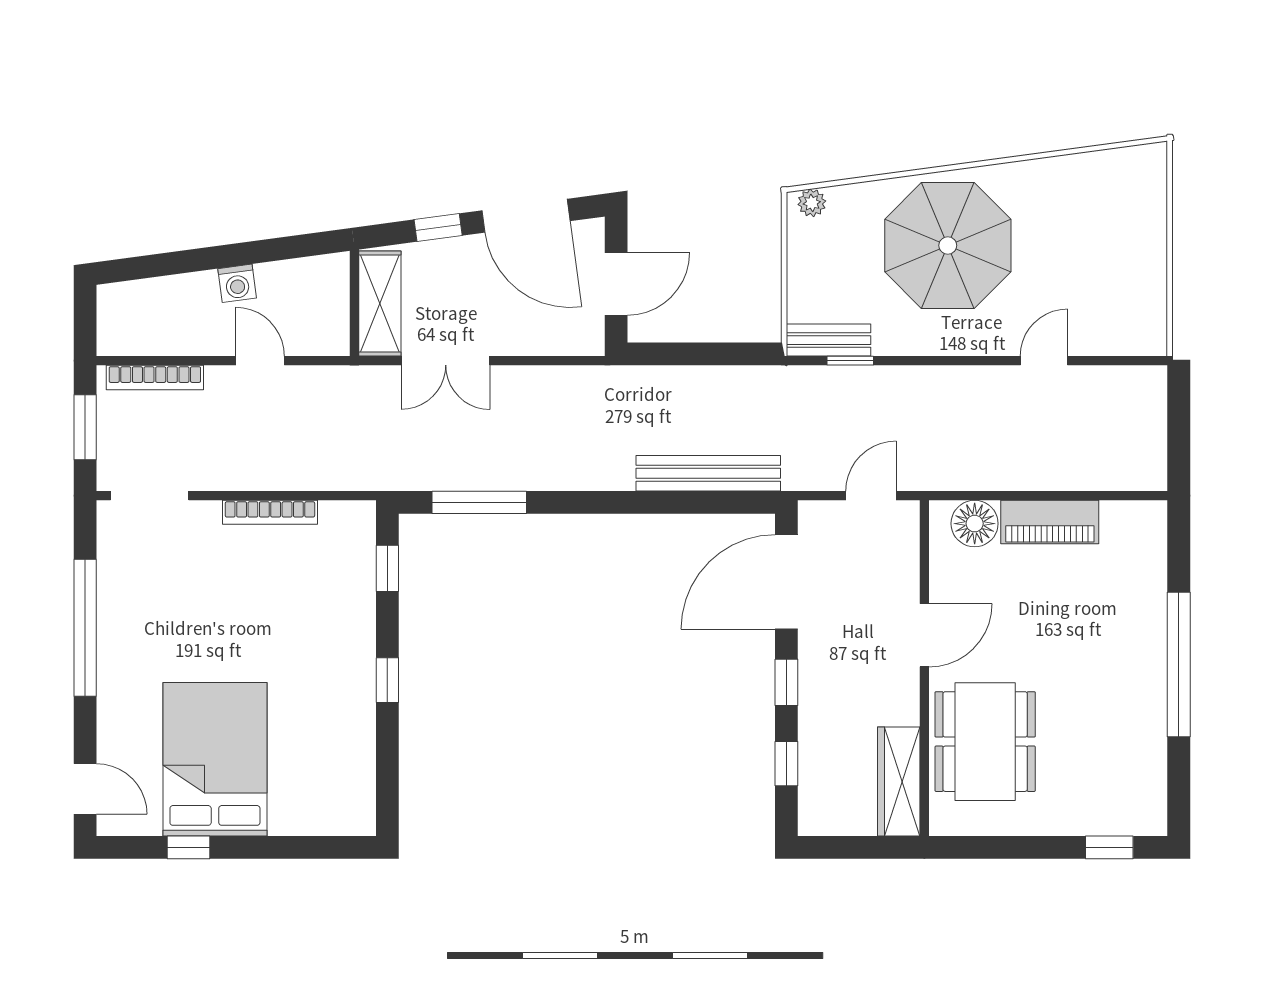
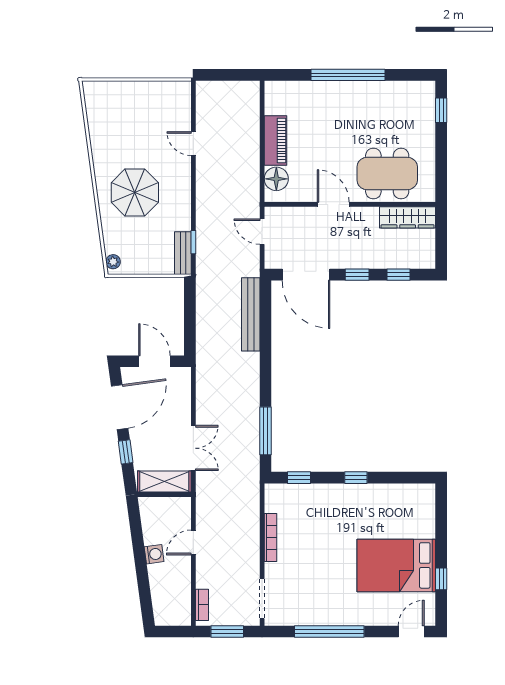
parasol: (948, 245) -> (135, 192), width x0.73, depth x0.73
bookcase: (155, 378) -> (202, 605), width x0.64

